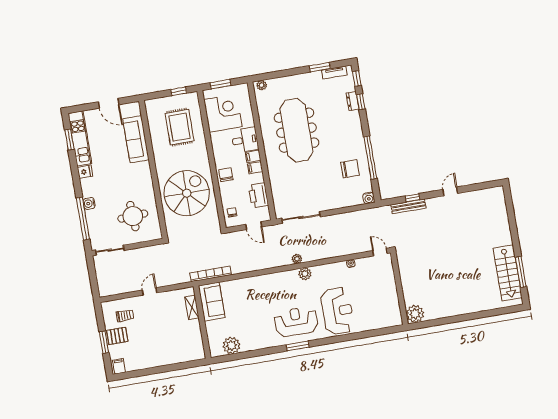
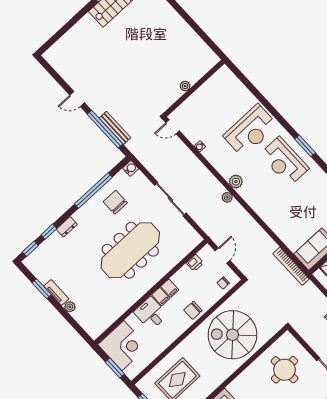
tv unit: (334, 72) -> (56, 293), moved
plant: (262, 85) -> (70, 307), moved
dresser: (353, 101) -> (67, 227), moved
corner desk: (223, 113) -> (123, 346), moved, turned 180
meeting table: (297, 130) -> (130, 250), moved
printer: (258, 195) -> (195, 263), width x0.53, depth x0.68
window: (412, 198) -> (105, 129), width x3.17
sliding door: (301, 218) -> (170, 199), moved
door: (380, 252) -> (173, 127), hinge flipped
reception desk: (337, 311) -> (250, 131), turned 180
plant: (415, 314) -> (185, 86), moved, width x0.53, depth x0.53

